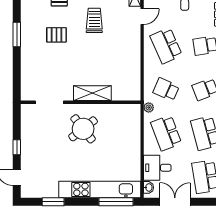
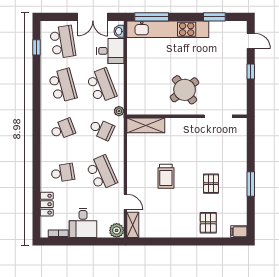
door: (142, 17) -> (125, 202), swing flipped
trolley: (94, 20) -> (166, 176), moved
pallet: (56, 35) -> (211, 184), turned 90
shelving: (92, 93) -> (146, 125), moved

